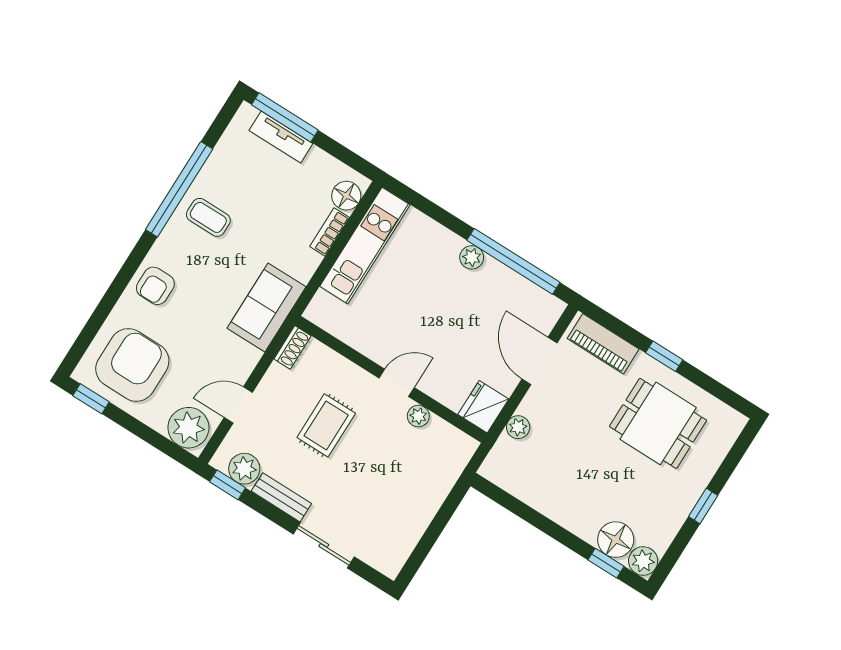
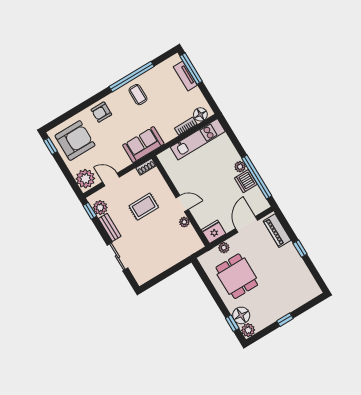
dishwasher: (496, 279) -> (246, 181), added
dining table: (658, 423) -> (237, 276), moved

